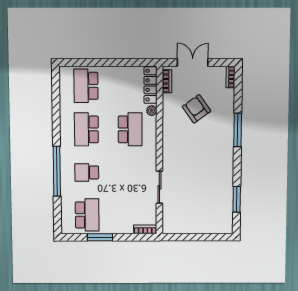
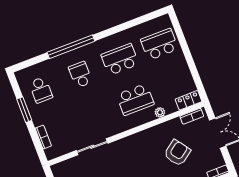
locker: (150, 85) -> (188, 100), width x0.66
school desk: (87, 215) -> (41, 90), width x0.54
bookcase: (145, 229) -> (43, 137), moved

